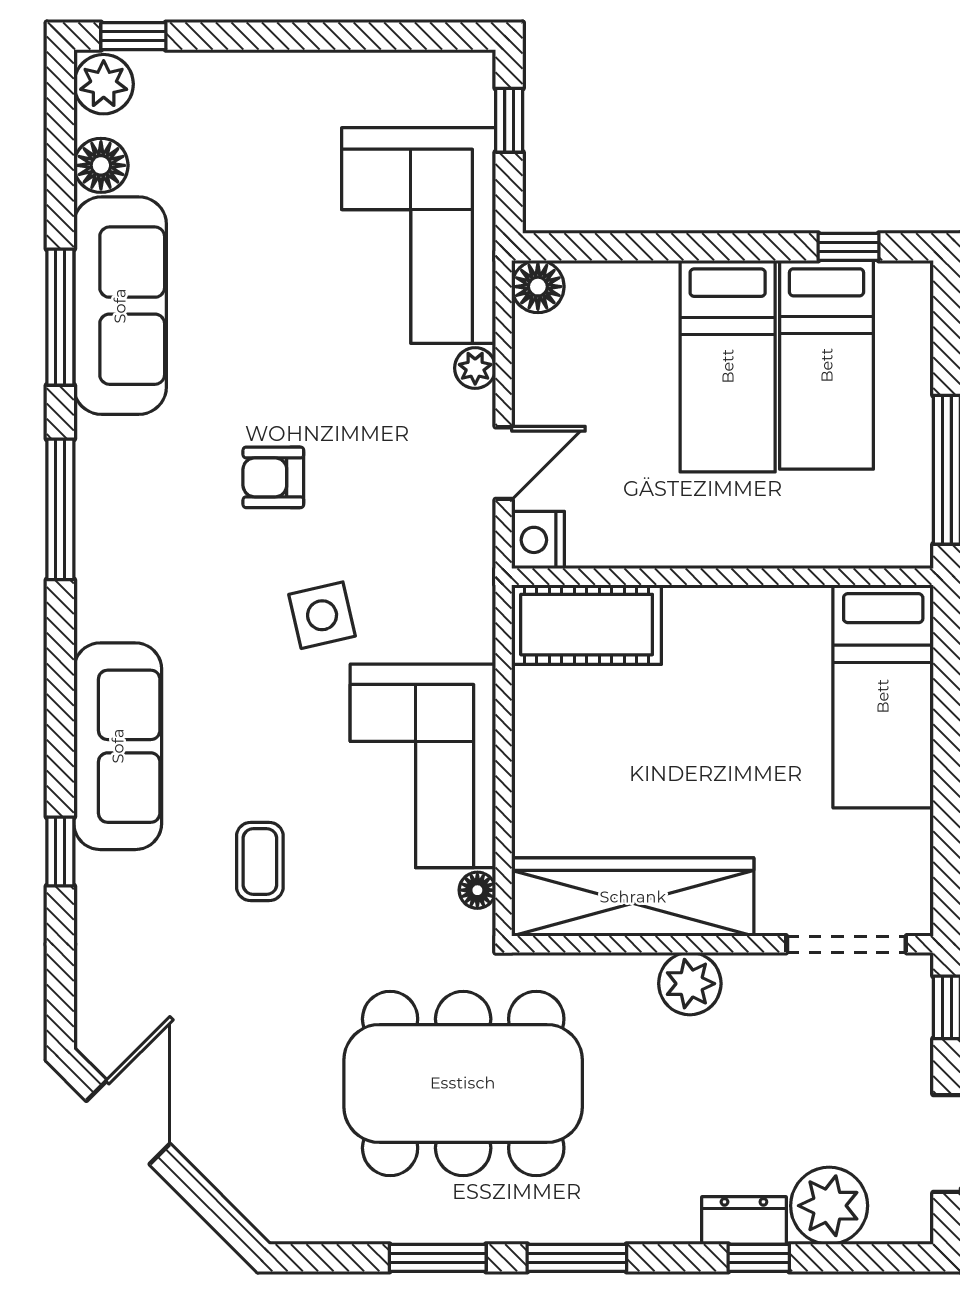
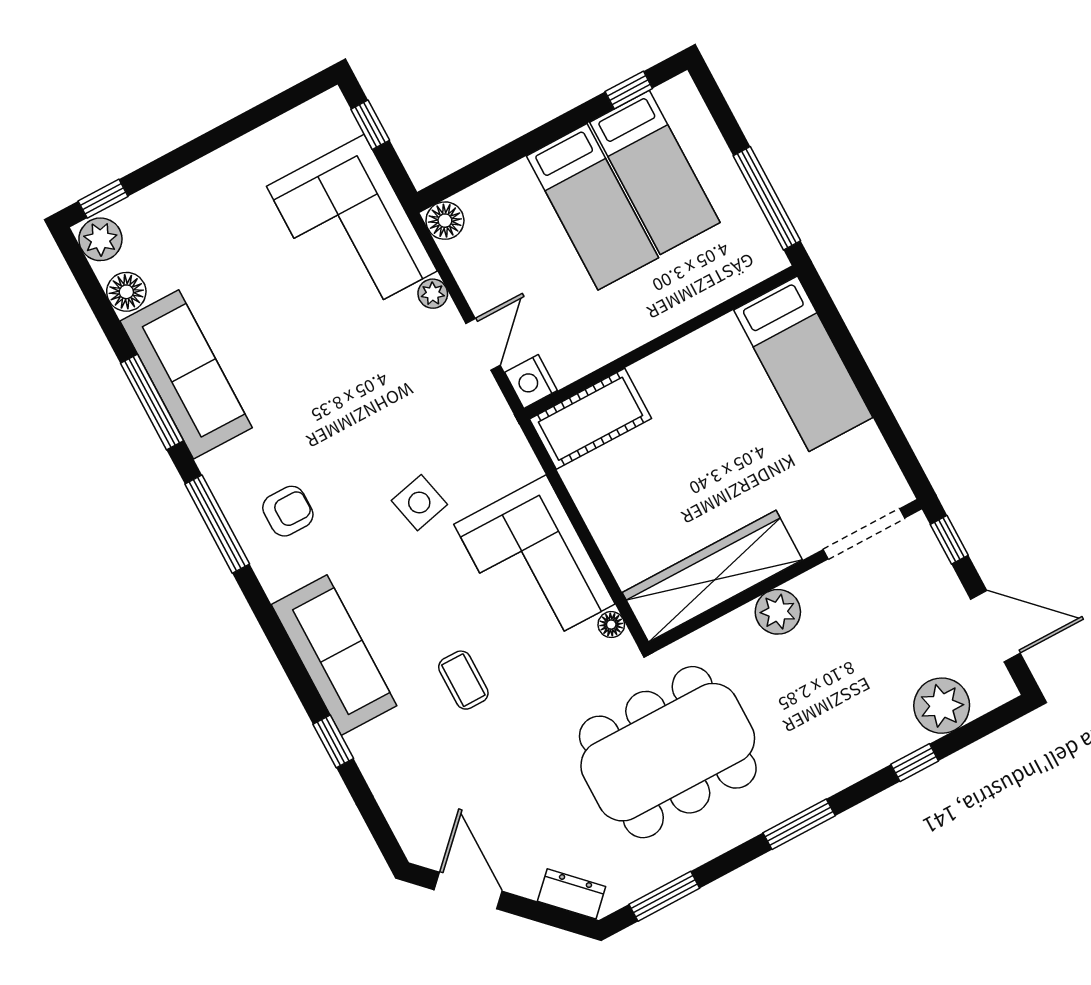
armchair: (273, 477) -> (288, 511), moved, turned 180
dresser: (744, 1220) -> (572, 894), moved, turned 45
window: (438, 1258) -> (664, 896), moved

